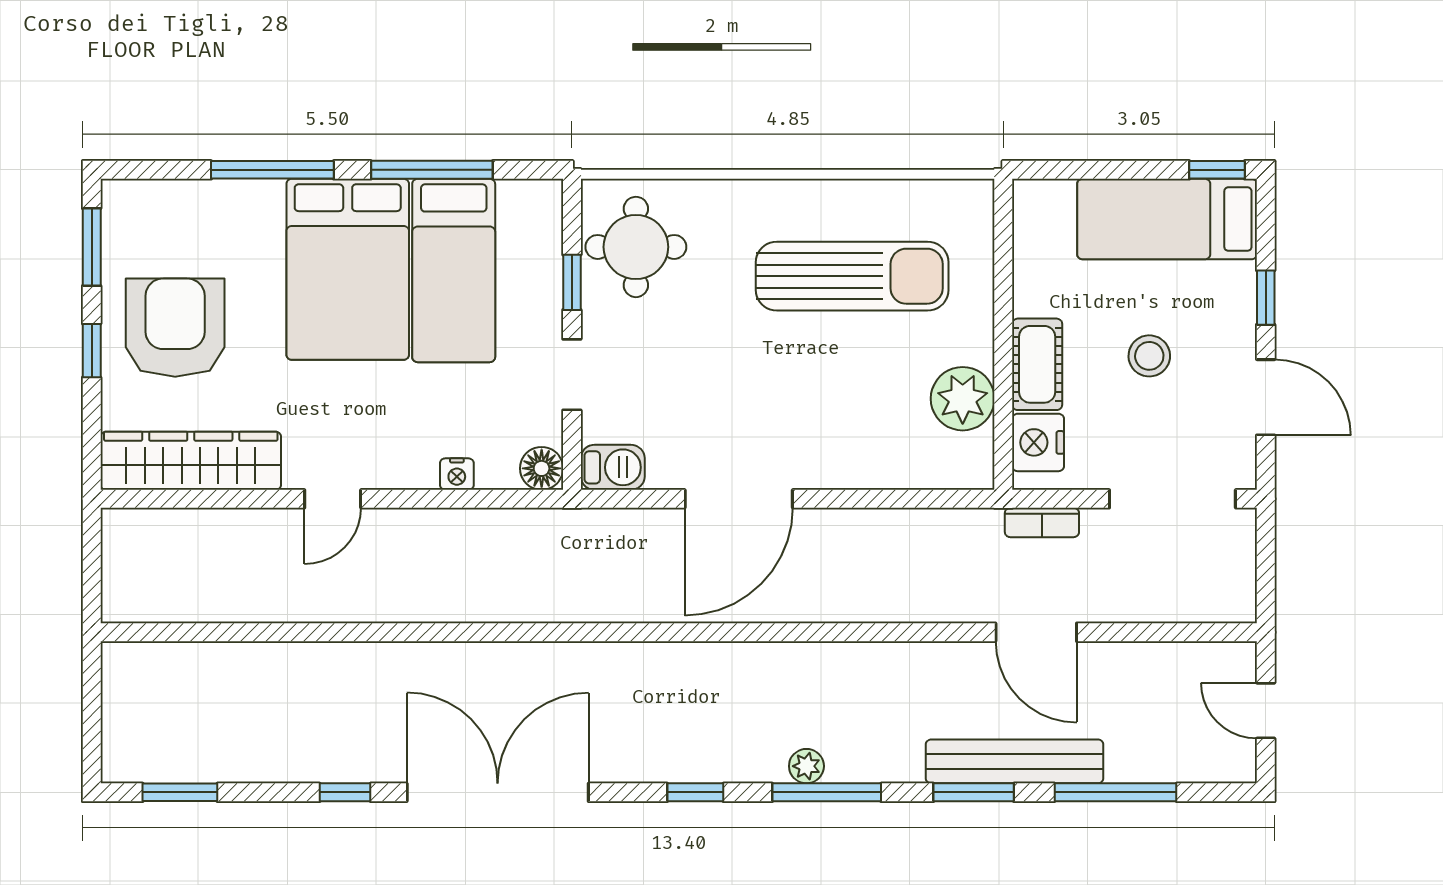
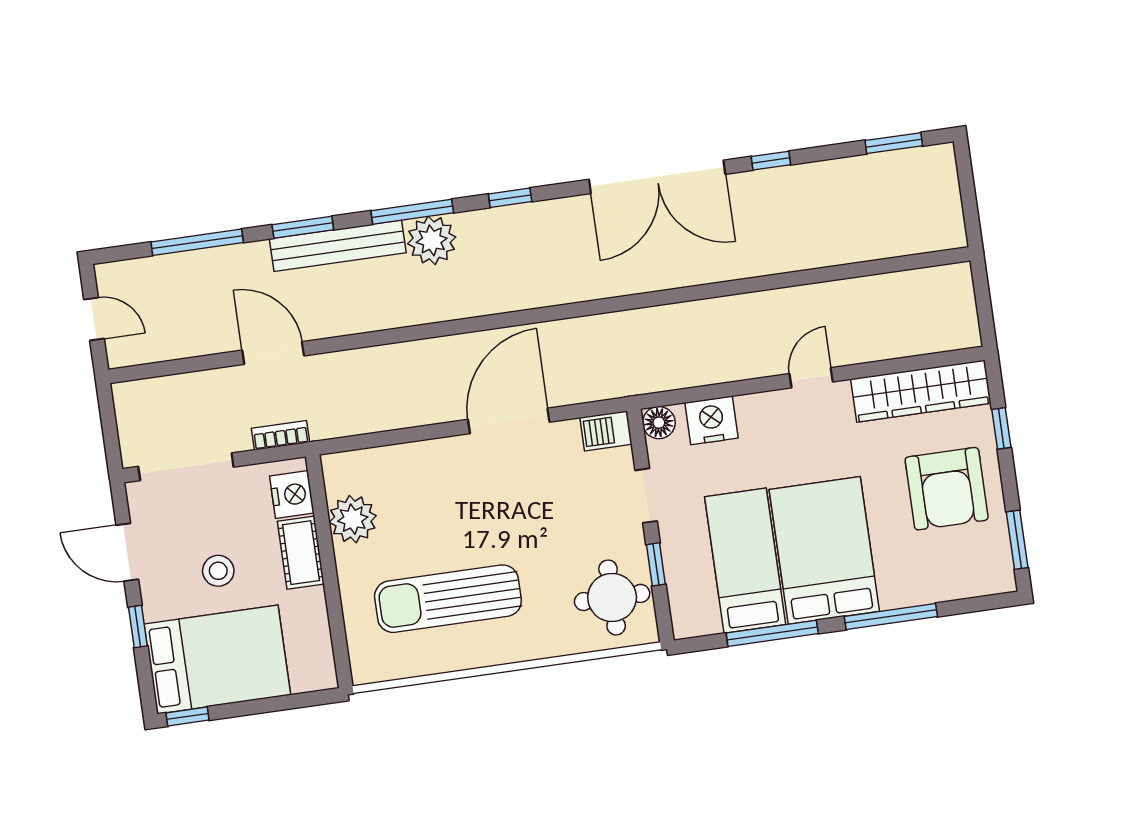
bed: (1167, 219) -> (217, 660), width x1.50
window: (92, 351) -> (1001, 428), moved
nightstand: (457, 474) -> (712, 420), width x1.89, depth x1.79
bench: (1015, 761) -> (338, 246), moved
plant: (806, 766) -> (432, 240), width x1.87, depth x1.87

